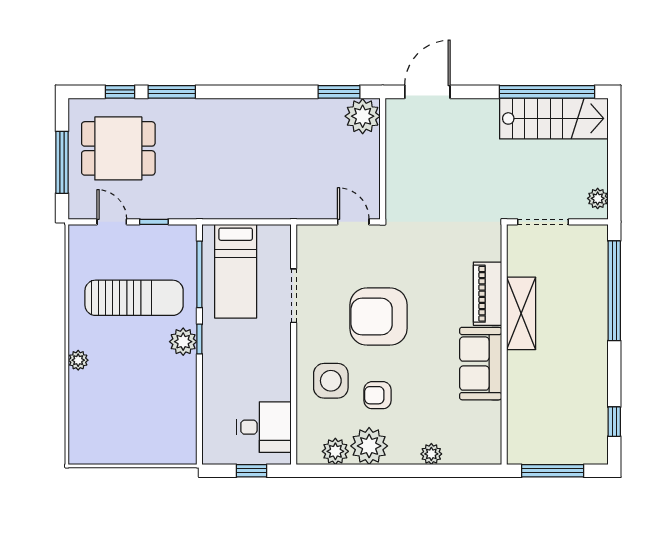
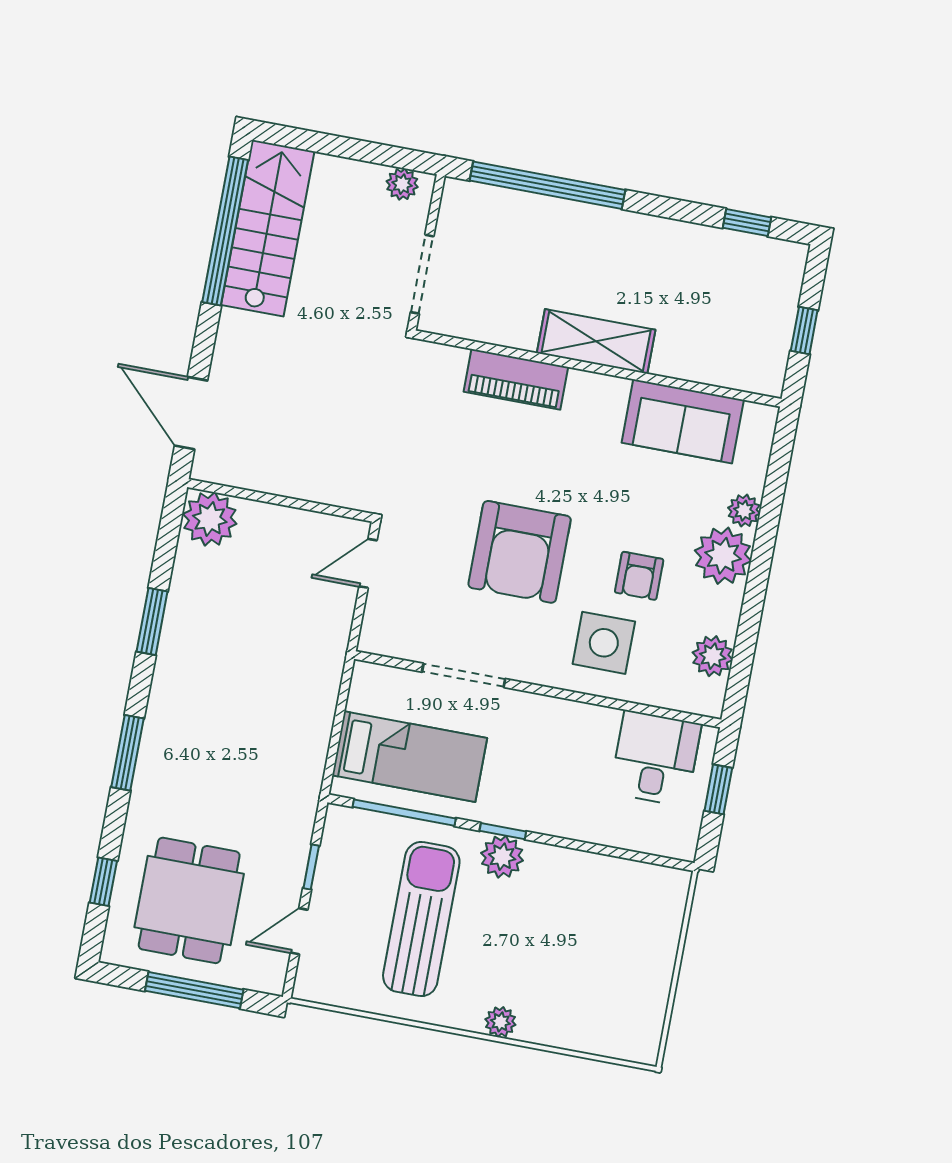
window: (172, 92) -> (128, 753), moved
window: (339, 92) -> (152, 621), moved
shelving: (521, 313) -> (596, 341), moved
sofa: (481, 364) -> (683, 421), moved
plant: (369, 446) -> (723, 556), moved
window: (553, 471) -> (804, 330), width x0.46

